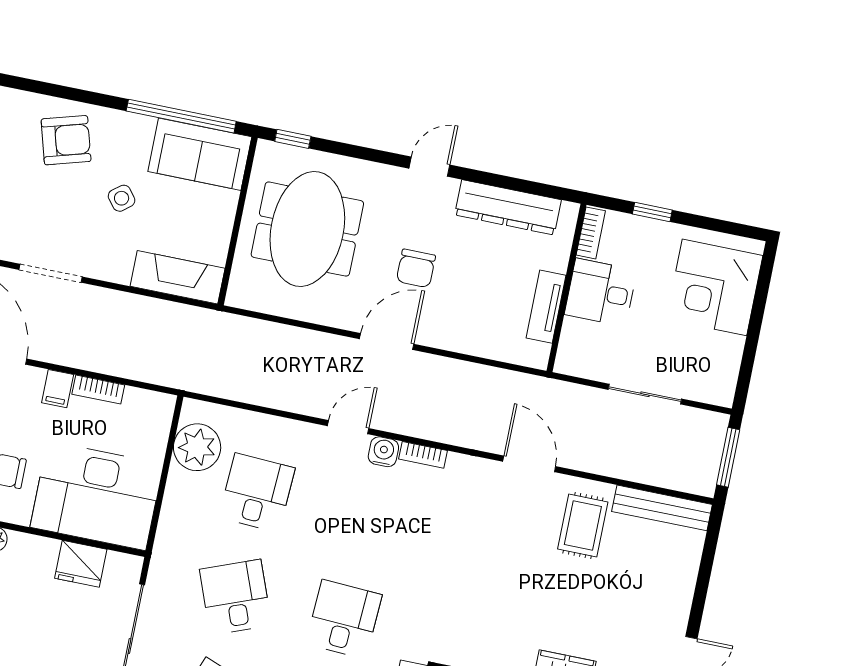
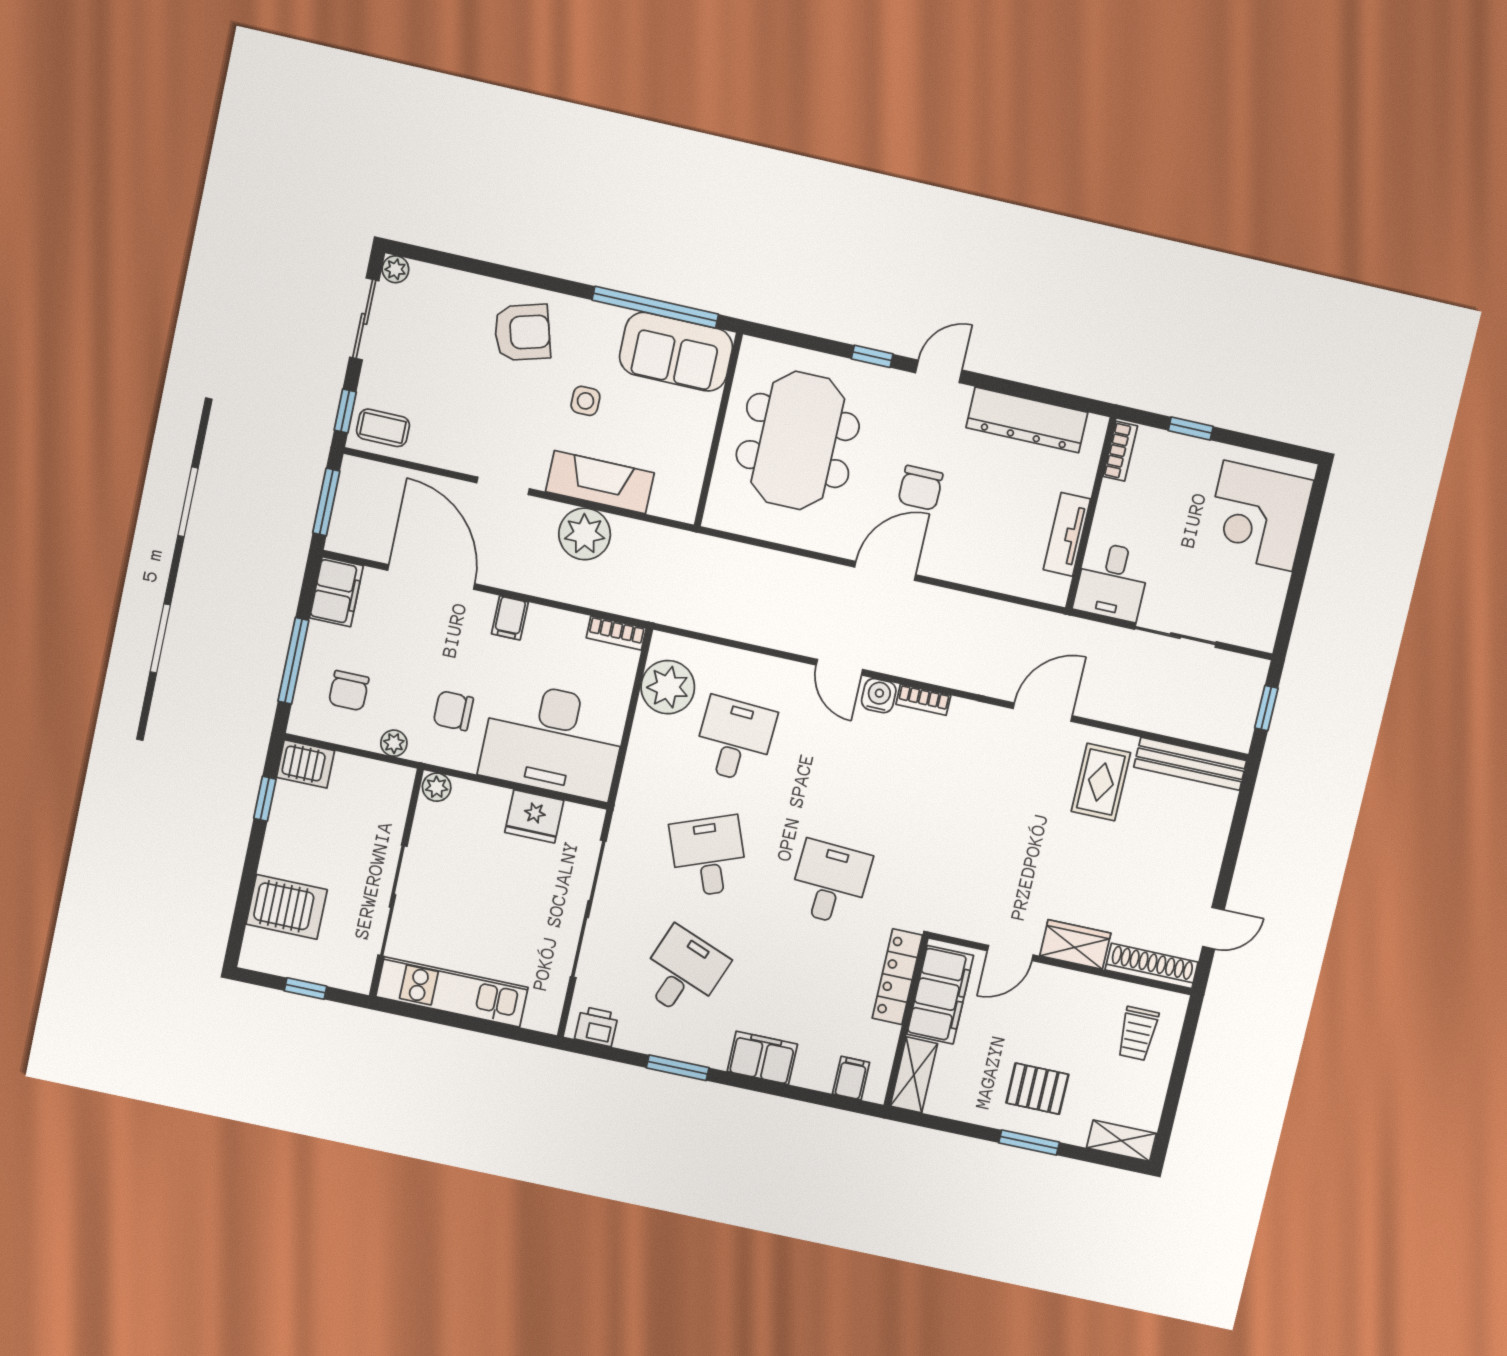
window: (293, 139) -> (872, 356), moved
side table: (122, 198) -> (585, 401), turned 38
doorway: (51, 273) -> (503, 486), width x0.73
fireplace: (178, 277) -> (600, 482), moved
desk: (601, 292) -> (1112, 581), moved, turned -90
plant: (122, 314) -> (585, 534), added
bookcase: (98, 390) -> (616, 633), moved
door: (348, 427) -> (839, 667), swing flipped
window: (728, 457) -> (1266, 708), width x0.67
door: (529, 464) -> (1043, 712), hinge flipped

